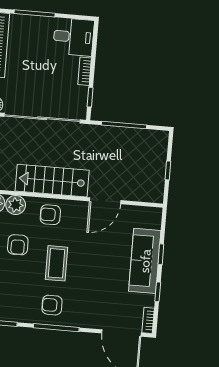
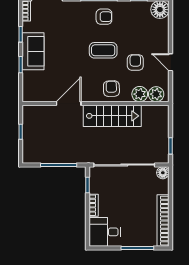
armchair: (50, 215) -> (111, 89), turned -92
sofa: (145, 261) -> (33, 51), width x0.73
coffee table: (57, 263) -> (103, 50), turned 90

